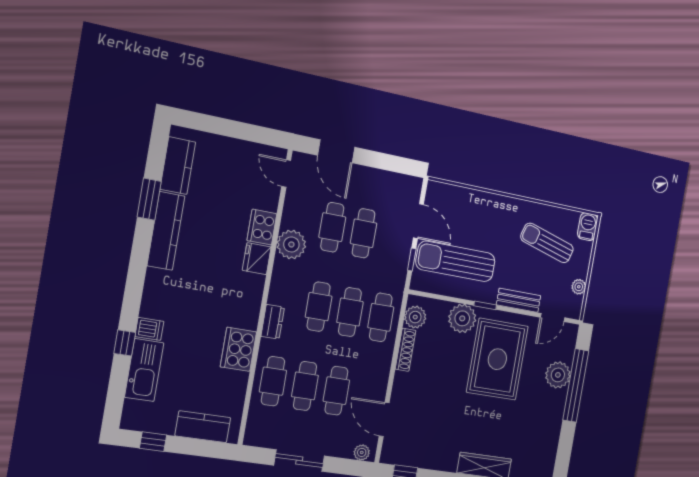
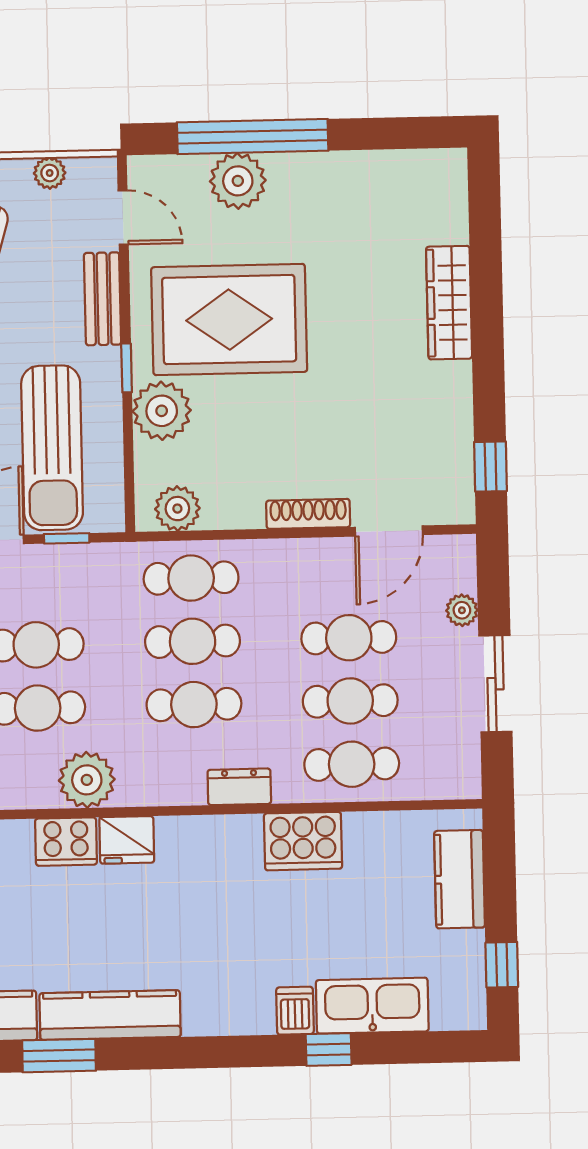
shoe rack: (405, 350) -> (308, 514), moved
plant: (362, 452) -> (462, 610), moved

